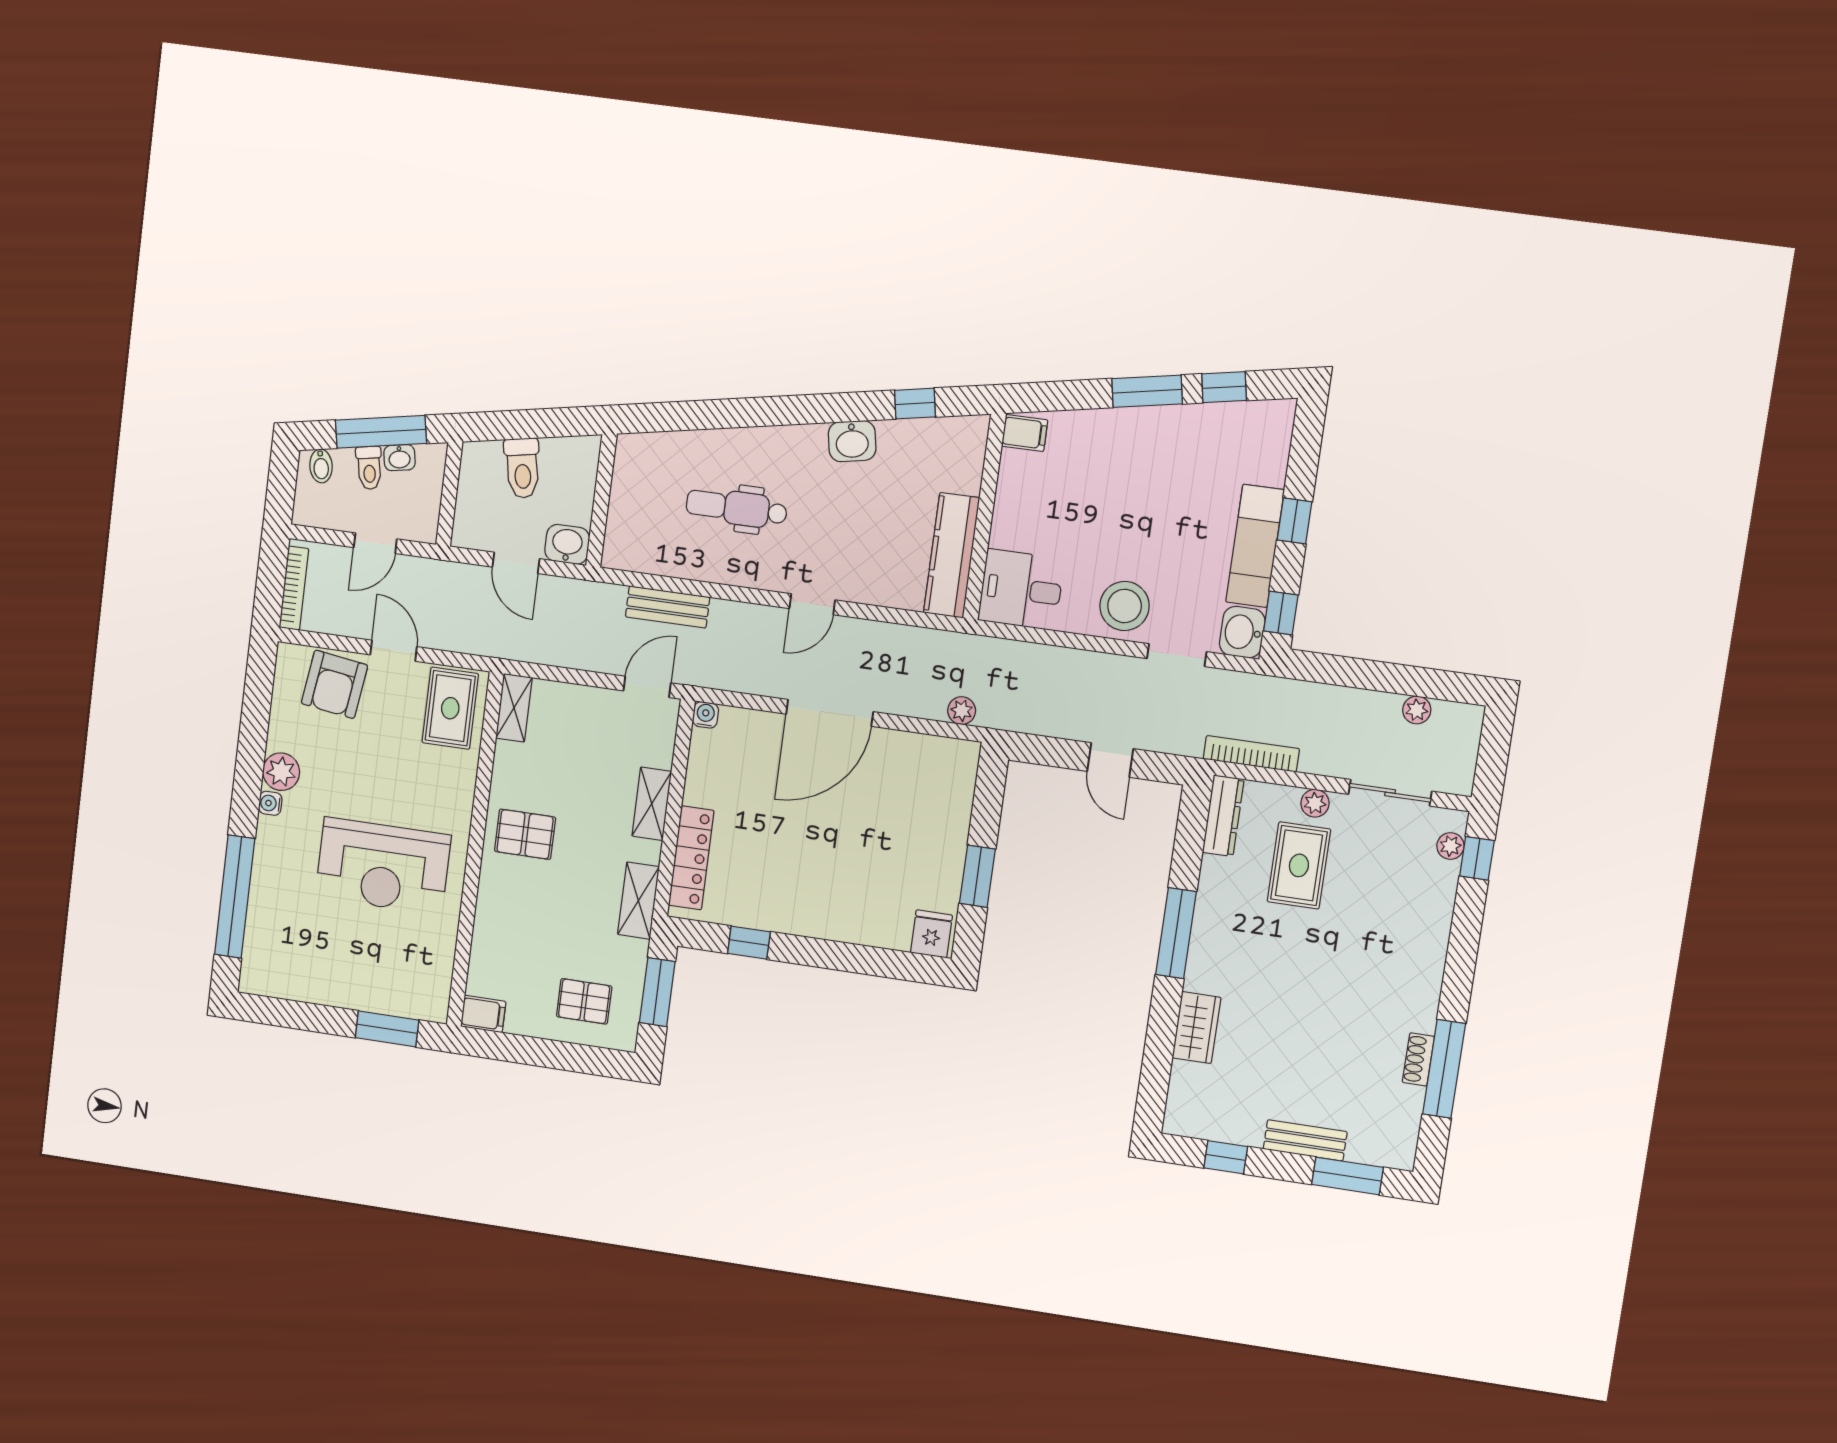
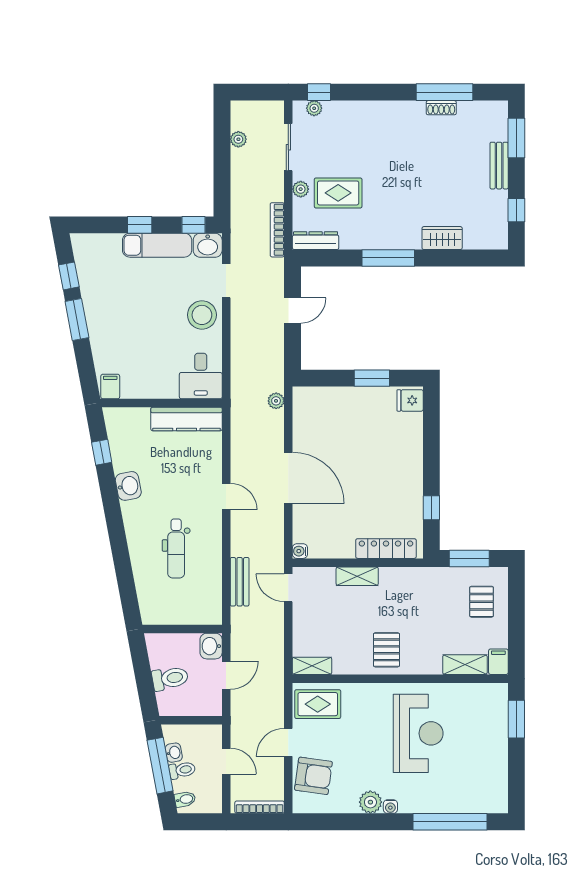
shelving: (638, 901) -> (465, 665), moved

